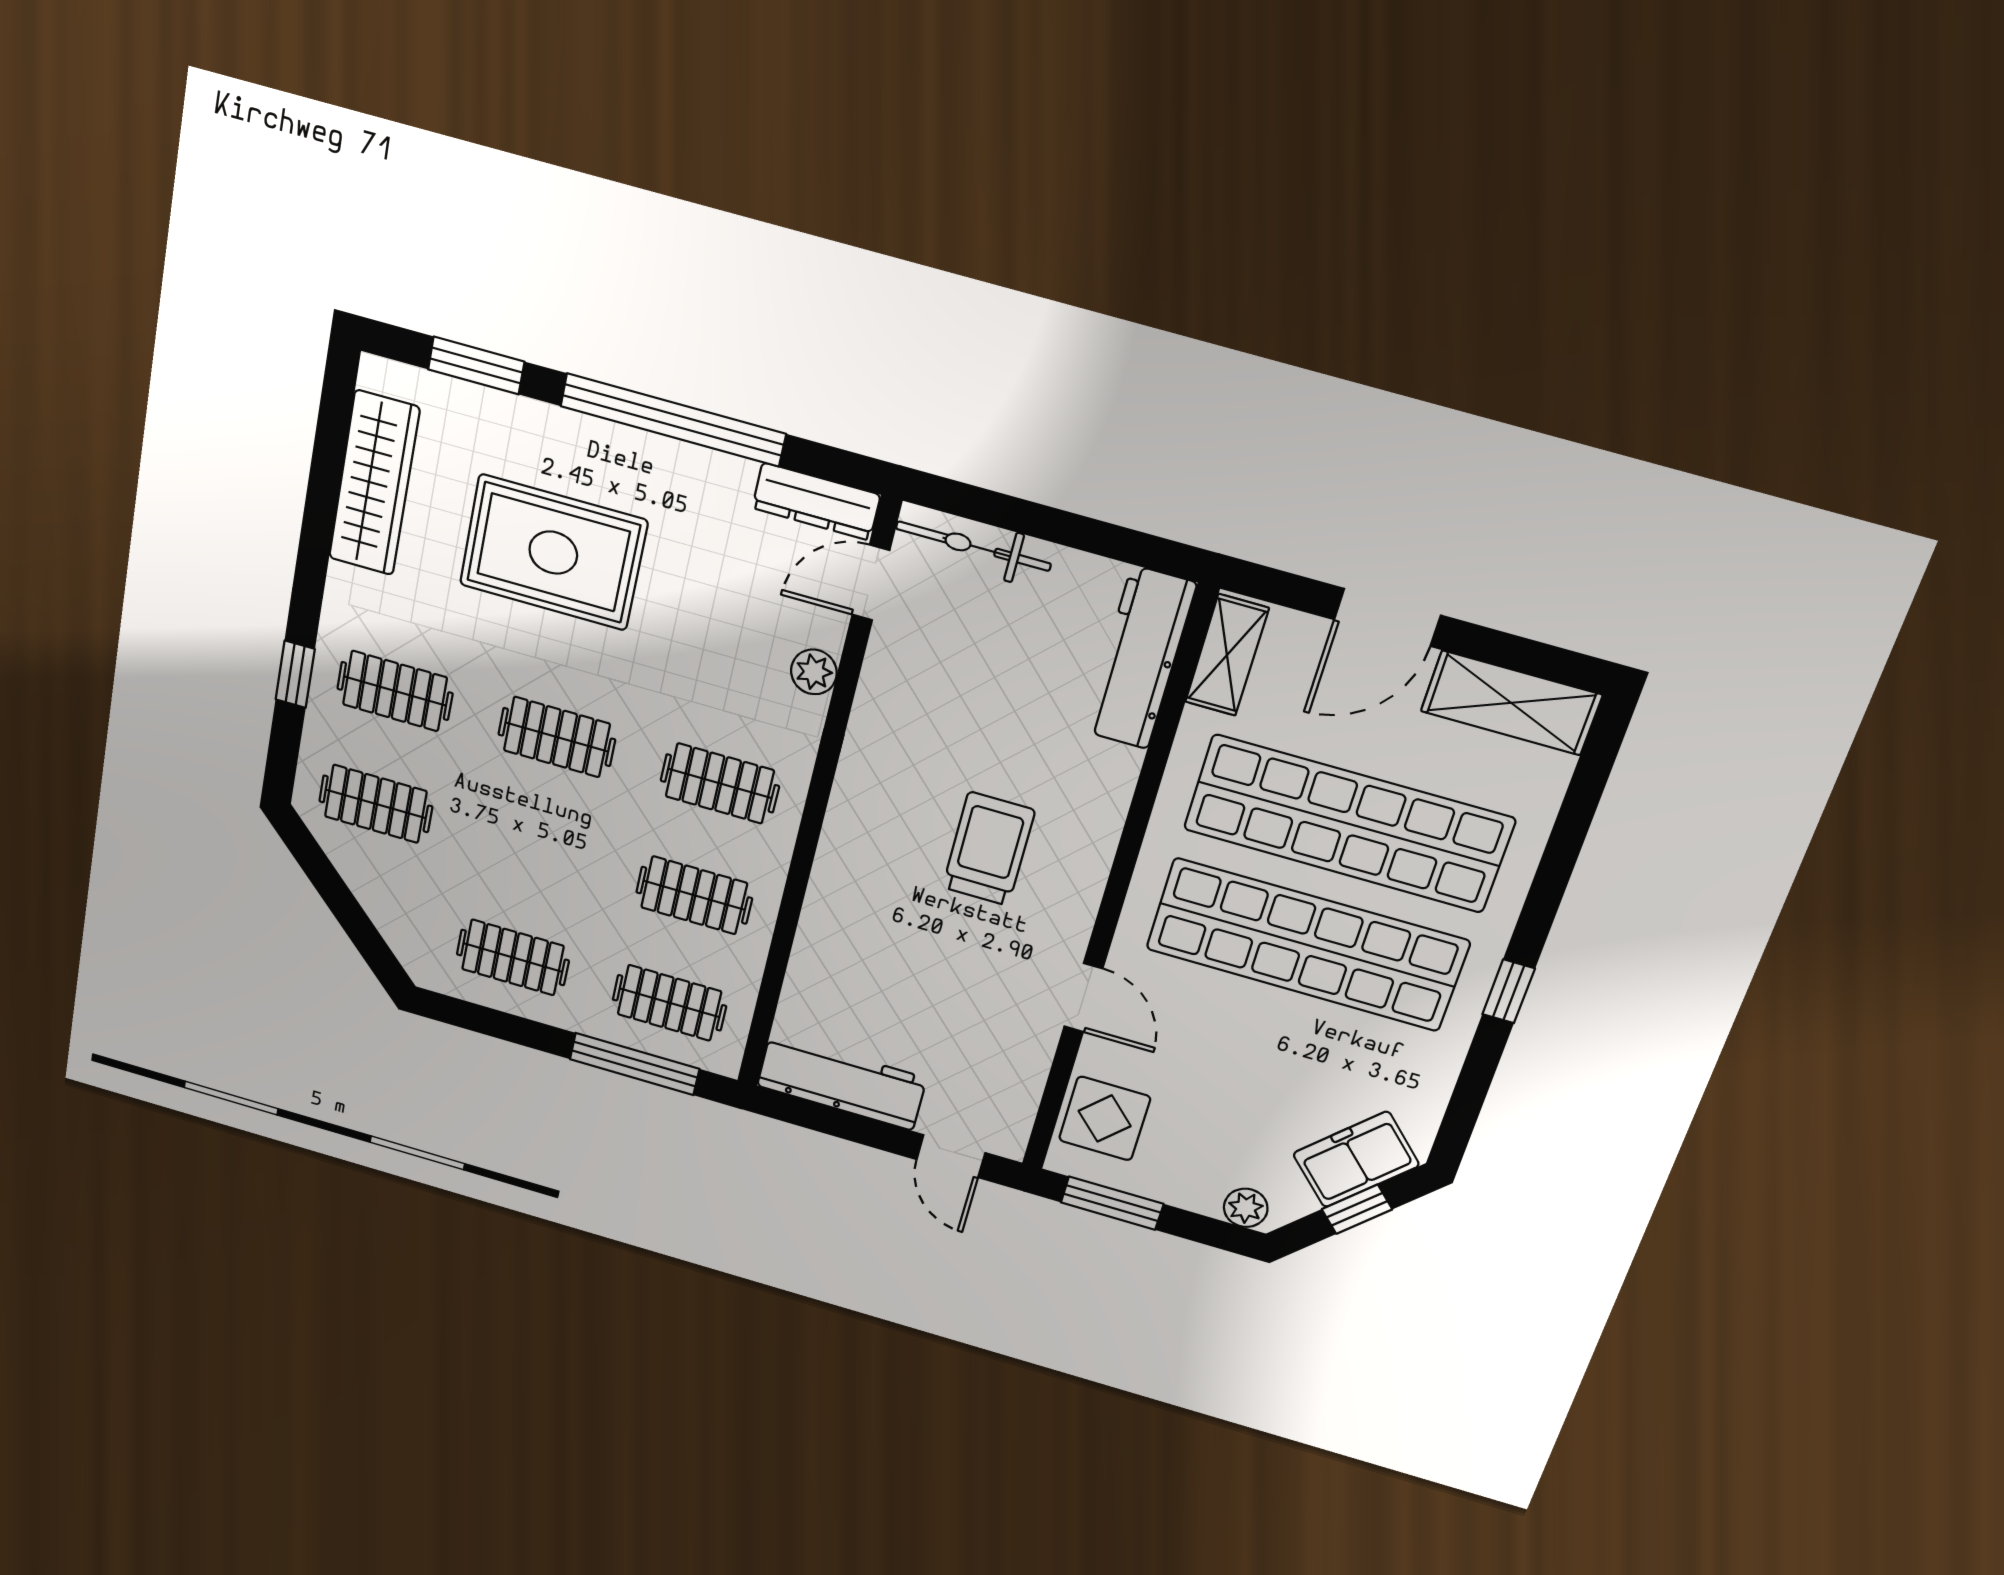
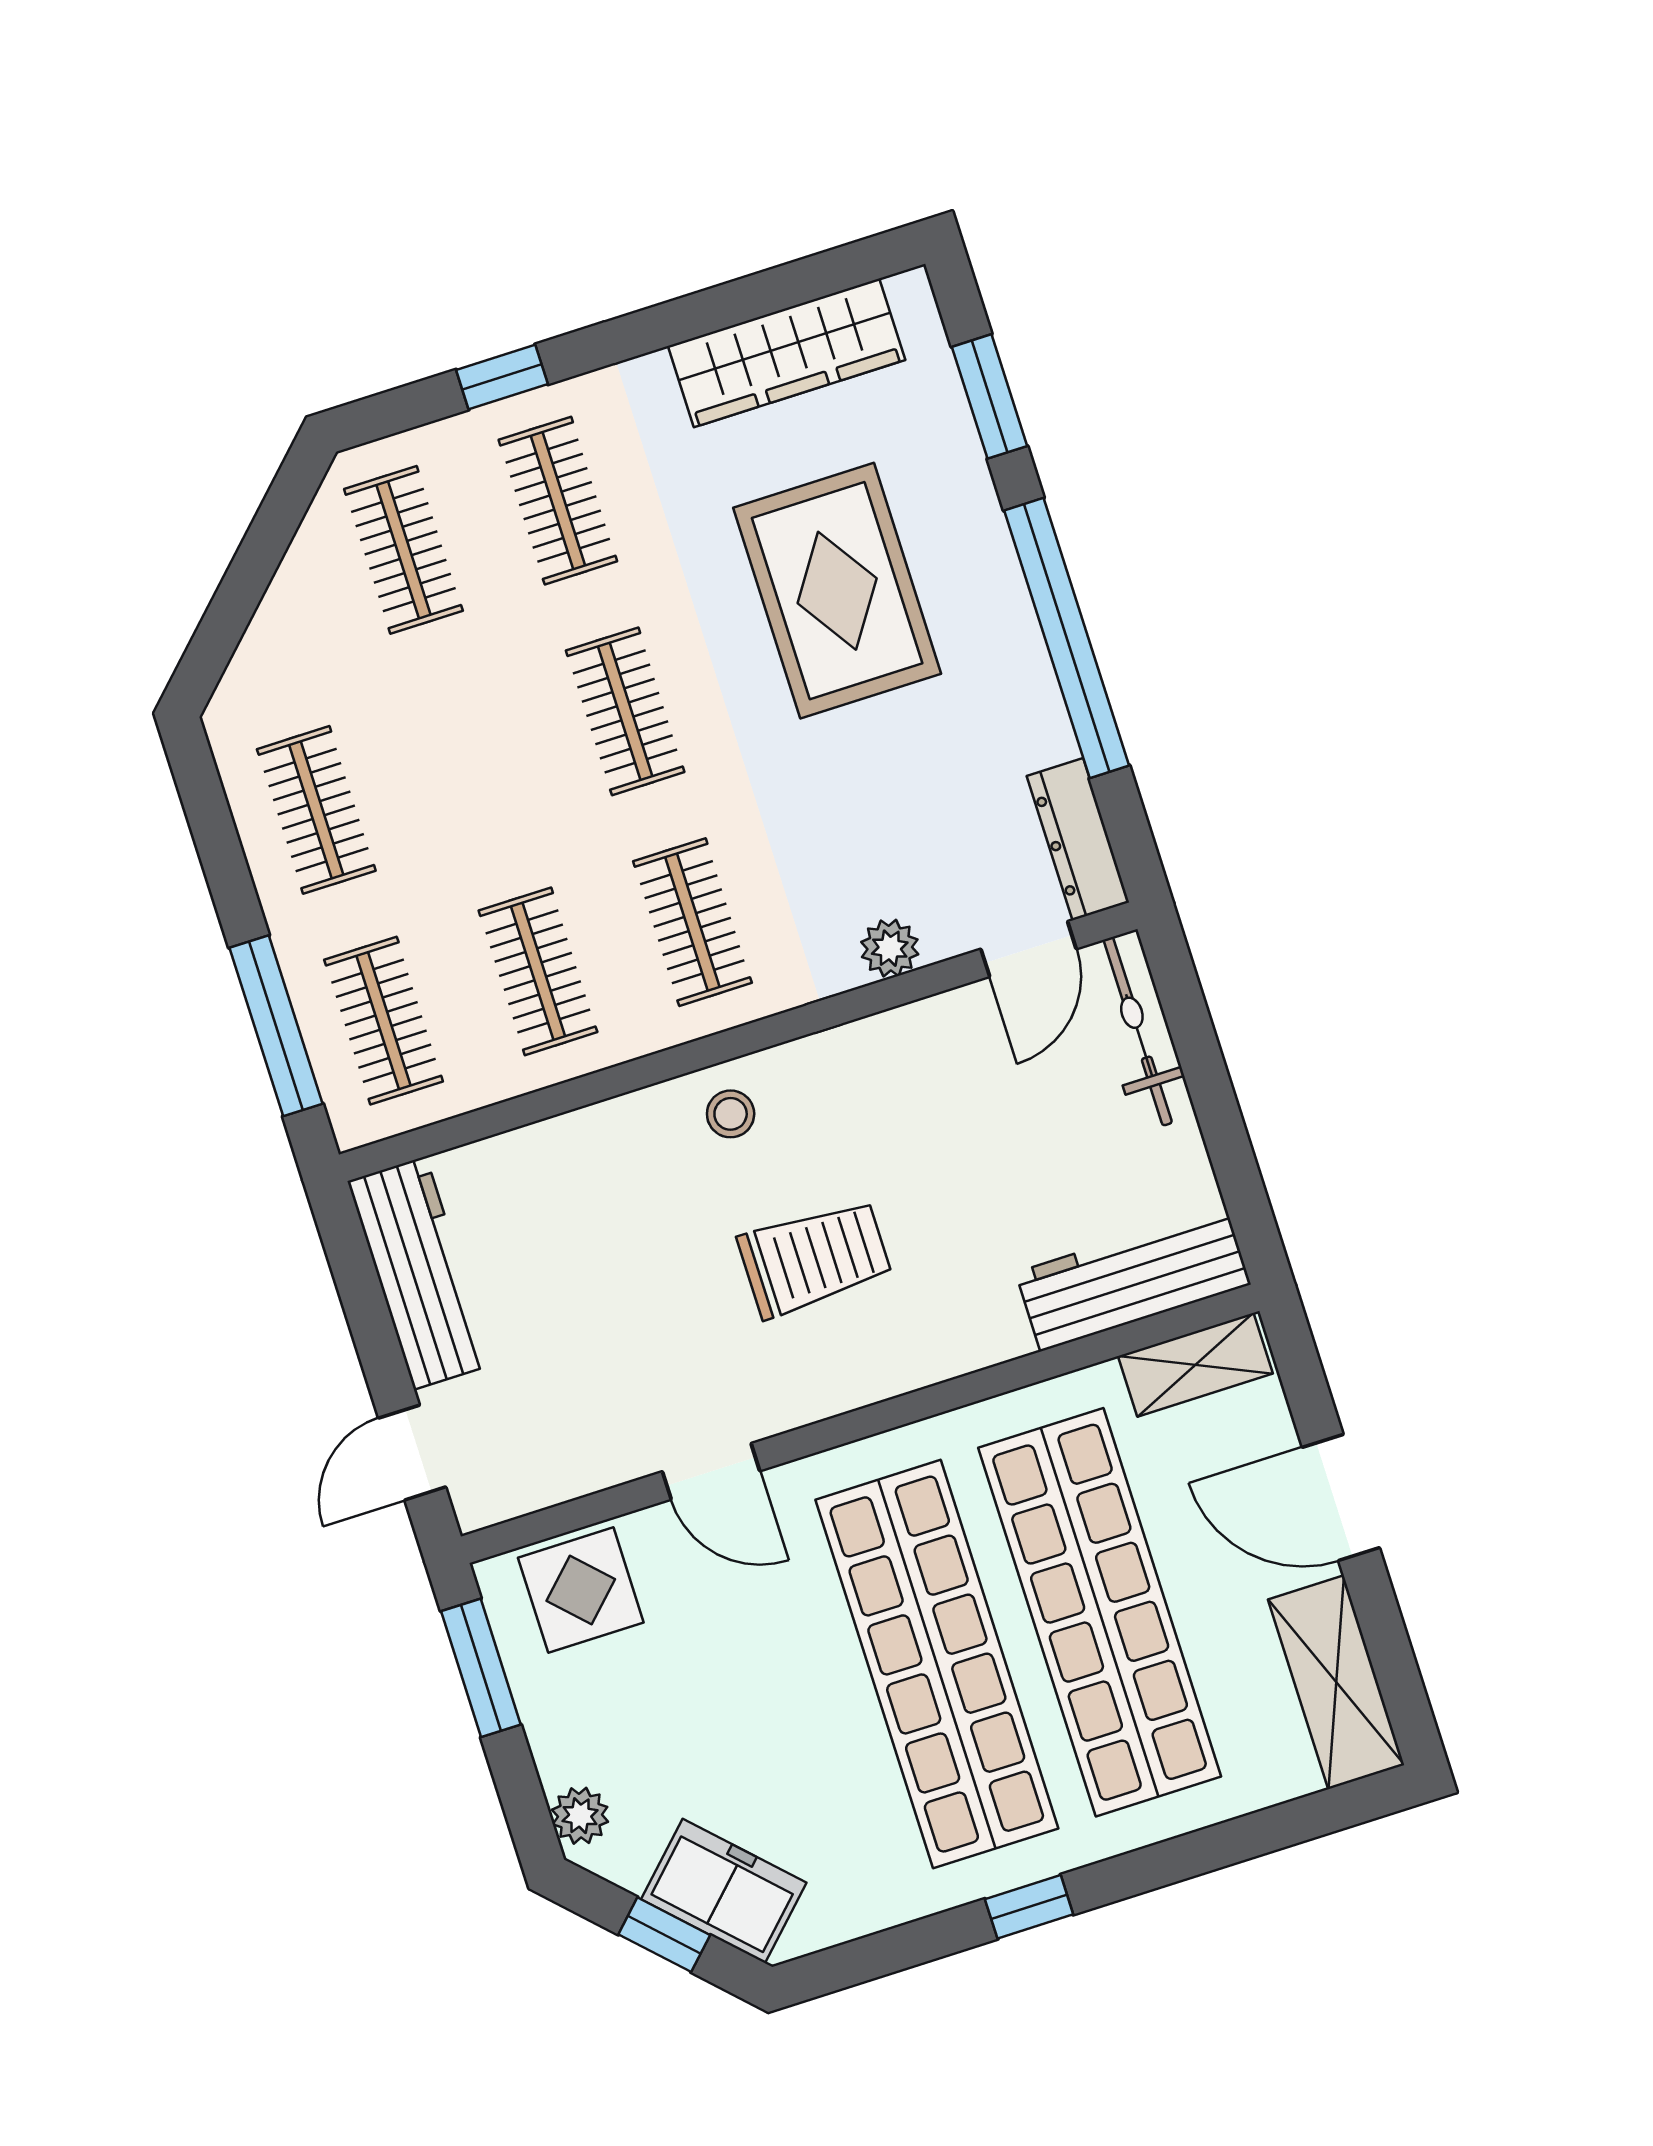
door: (871, 583) -> (1029, 949), swing flipped
stool: (860, 840) -> (731, 1114), added
door: (1083, 998) -> (711, 1471), hinge flipped

